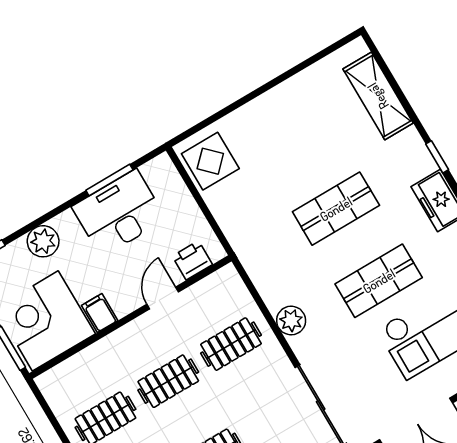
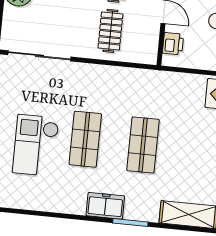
window: (437, 157) -> (130, 223), width x1.50
plant: (291, 321) -> (99, 74), removed

